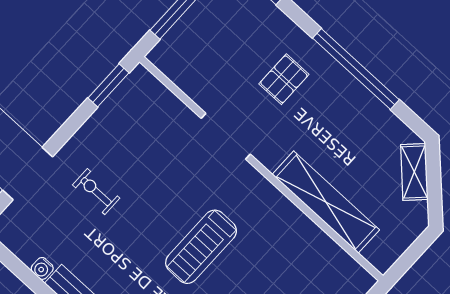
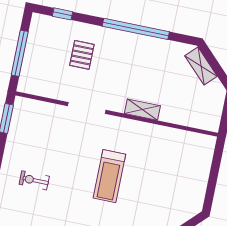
pallet: (284, 79) -> (82, 55), moved
shelving: (326, 202) -> (142, 110), width x0.45, depth x0.75

